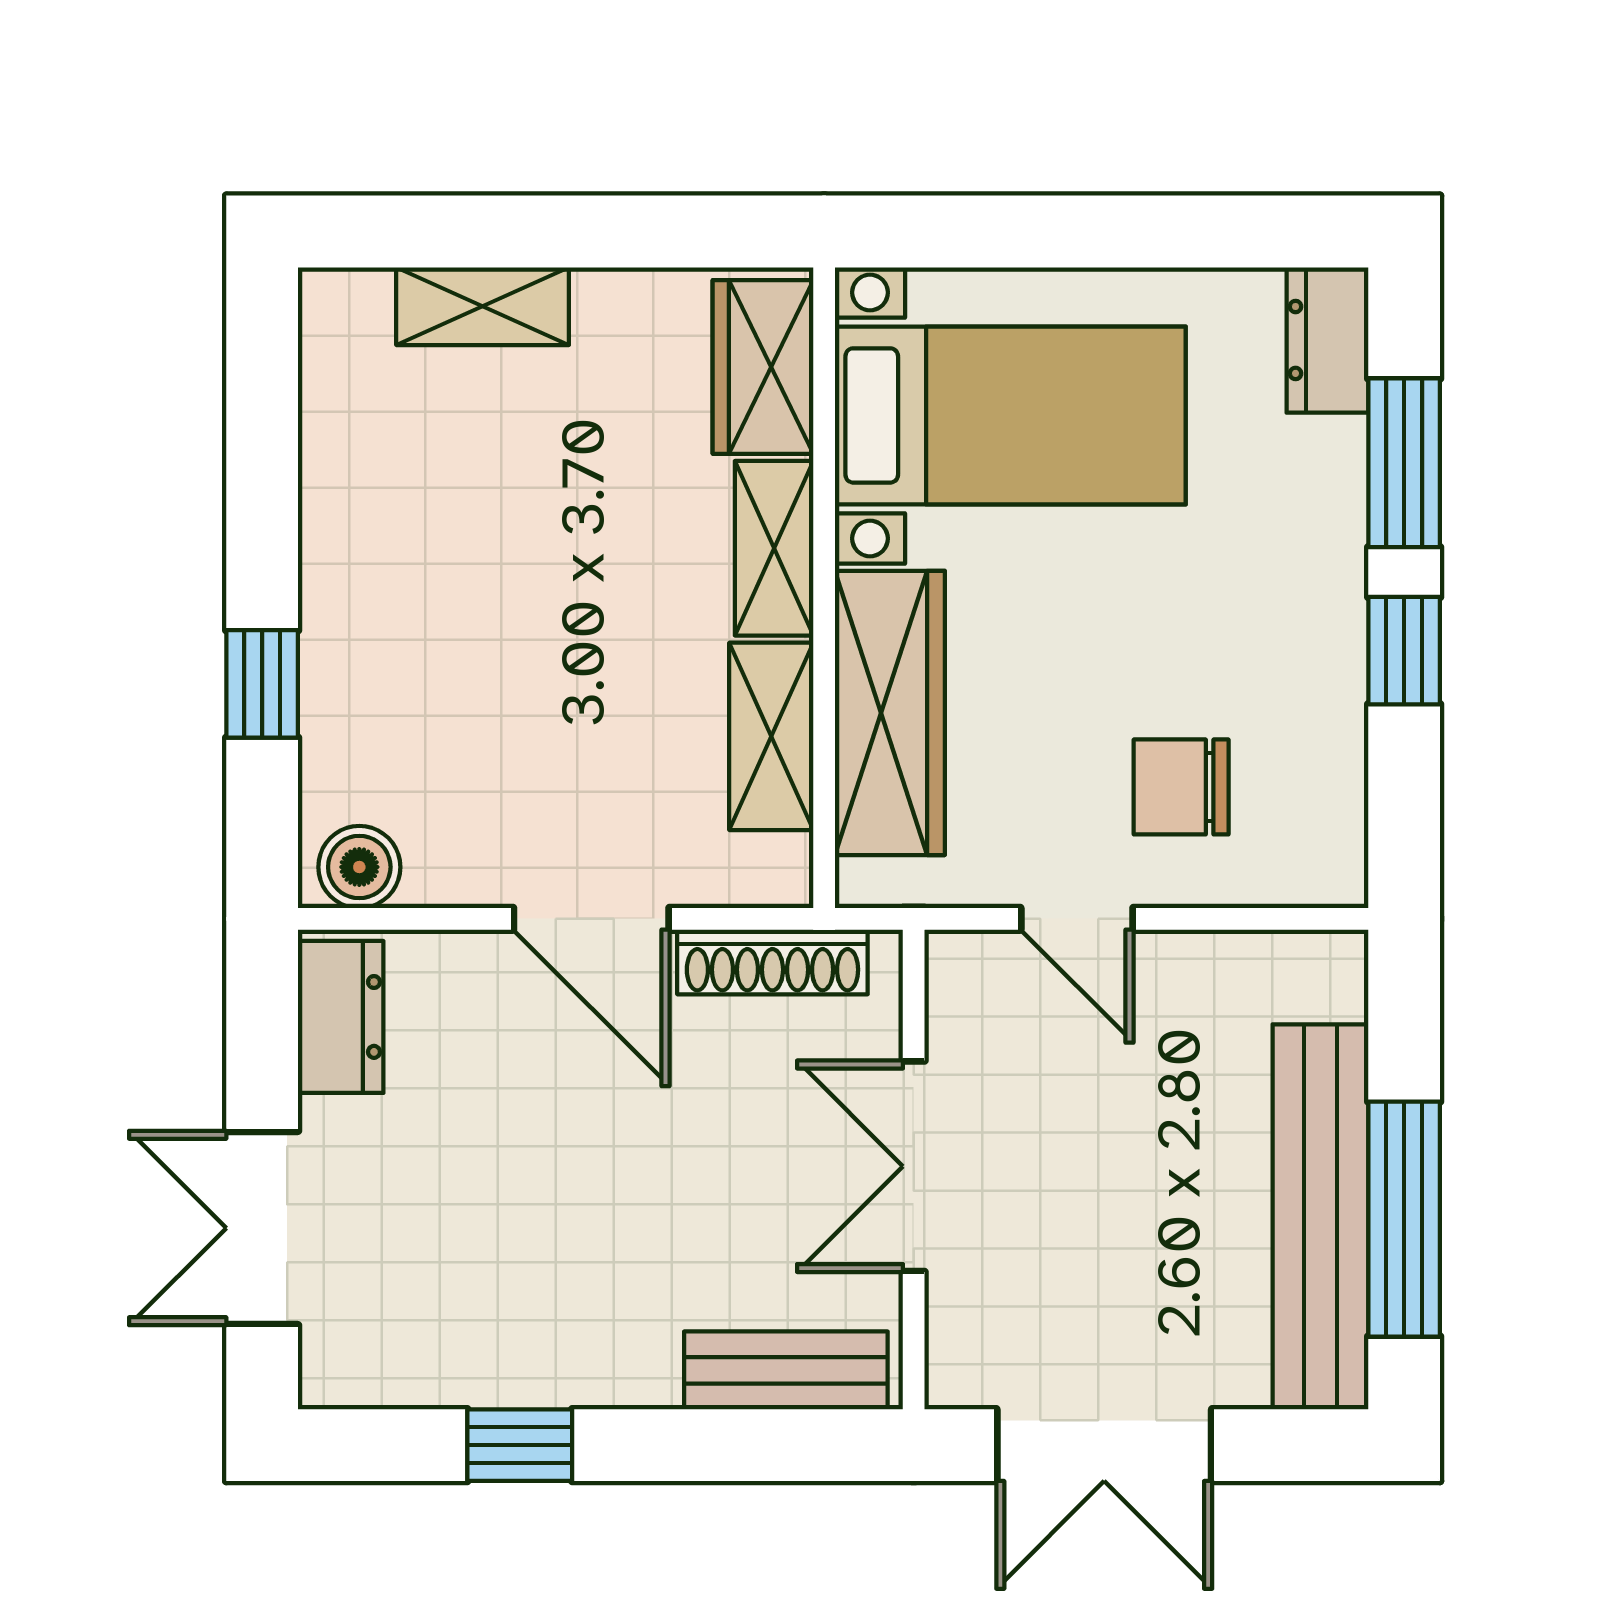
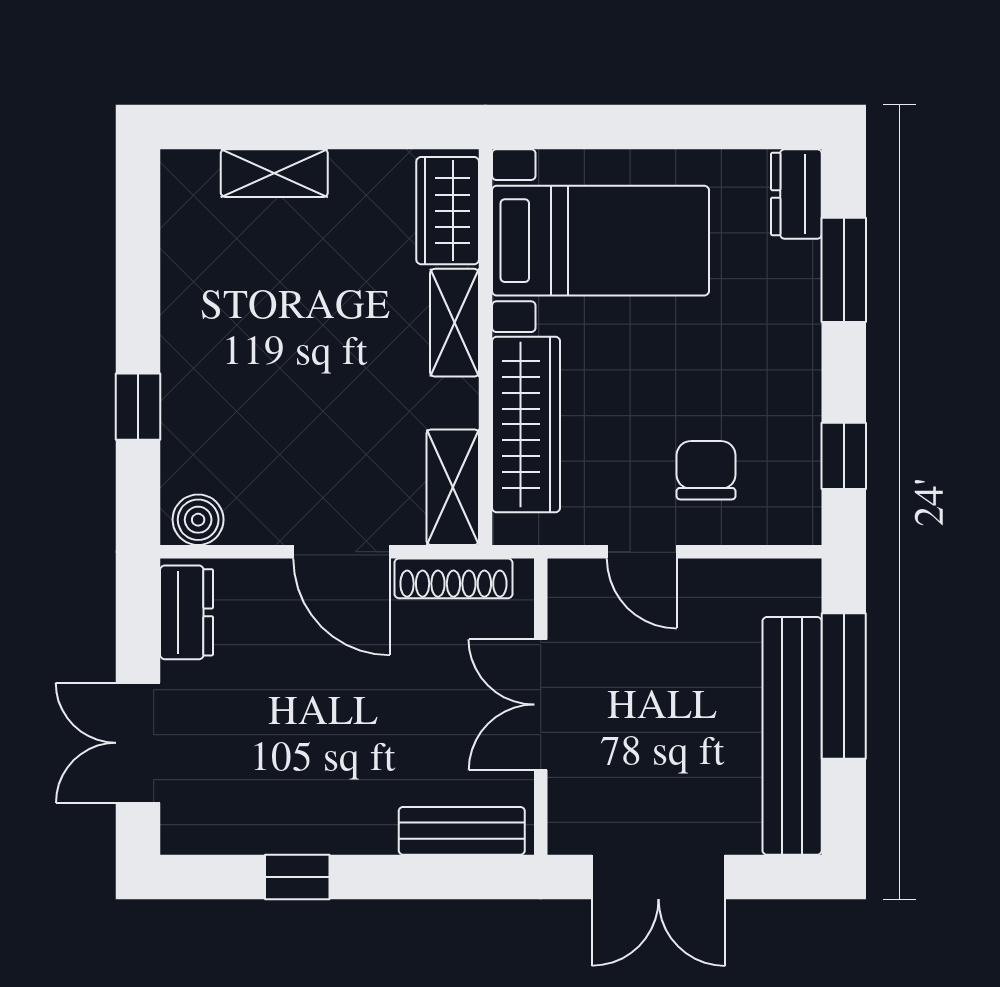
window: (1404, 651) -> (844, 456), moved
shelving: (771, 736) -> (453, 487), moved
chair: (1181, 787) -> (706, 470), turned 90
window: (1404, 1219) -> (844, 686), moved

